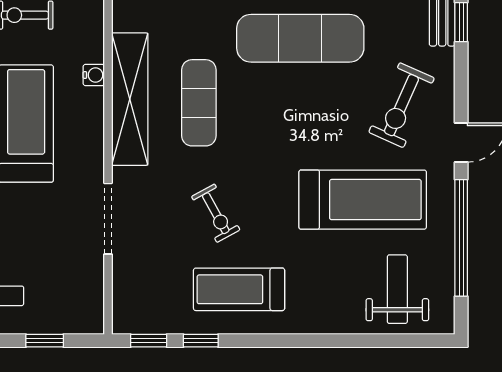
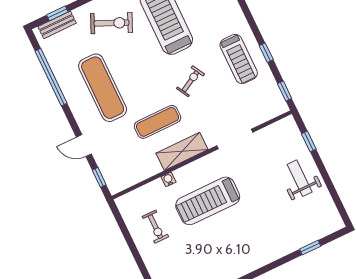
shelving: (130, 99) -> (182, 151), width x0.68
exercise bike: (216, 213) -> (190, 81), moved
window: (201, 341) -> (266, 53), moved

